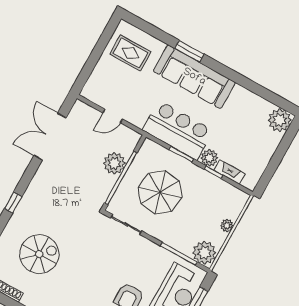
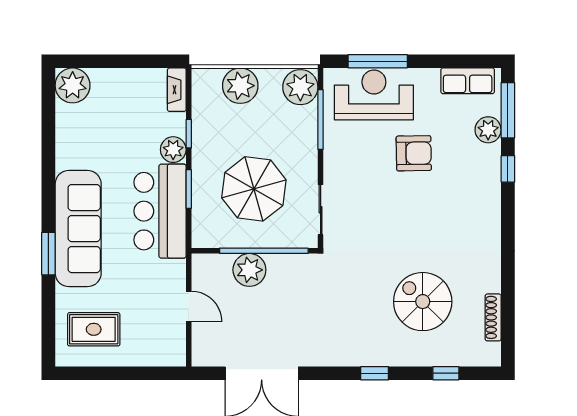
rug: (130, 53) -> (94, 329), turned 90
fireplace: (229, 172) -> (177, 90), moved
plant: (227, 226) -> (240, 86), width x1.88, depth x1.88

